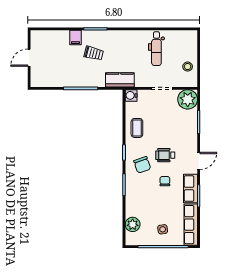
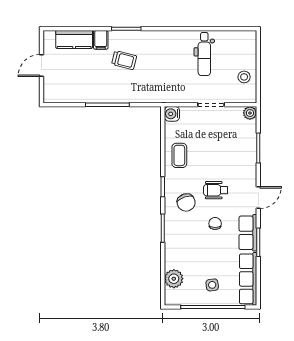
kitchen counter: (120, 80) -> (74, 39), moved, turned 180
plant: (188, 99) -> (250, 113), width x0.53, depth x0.53

